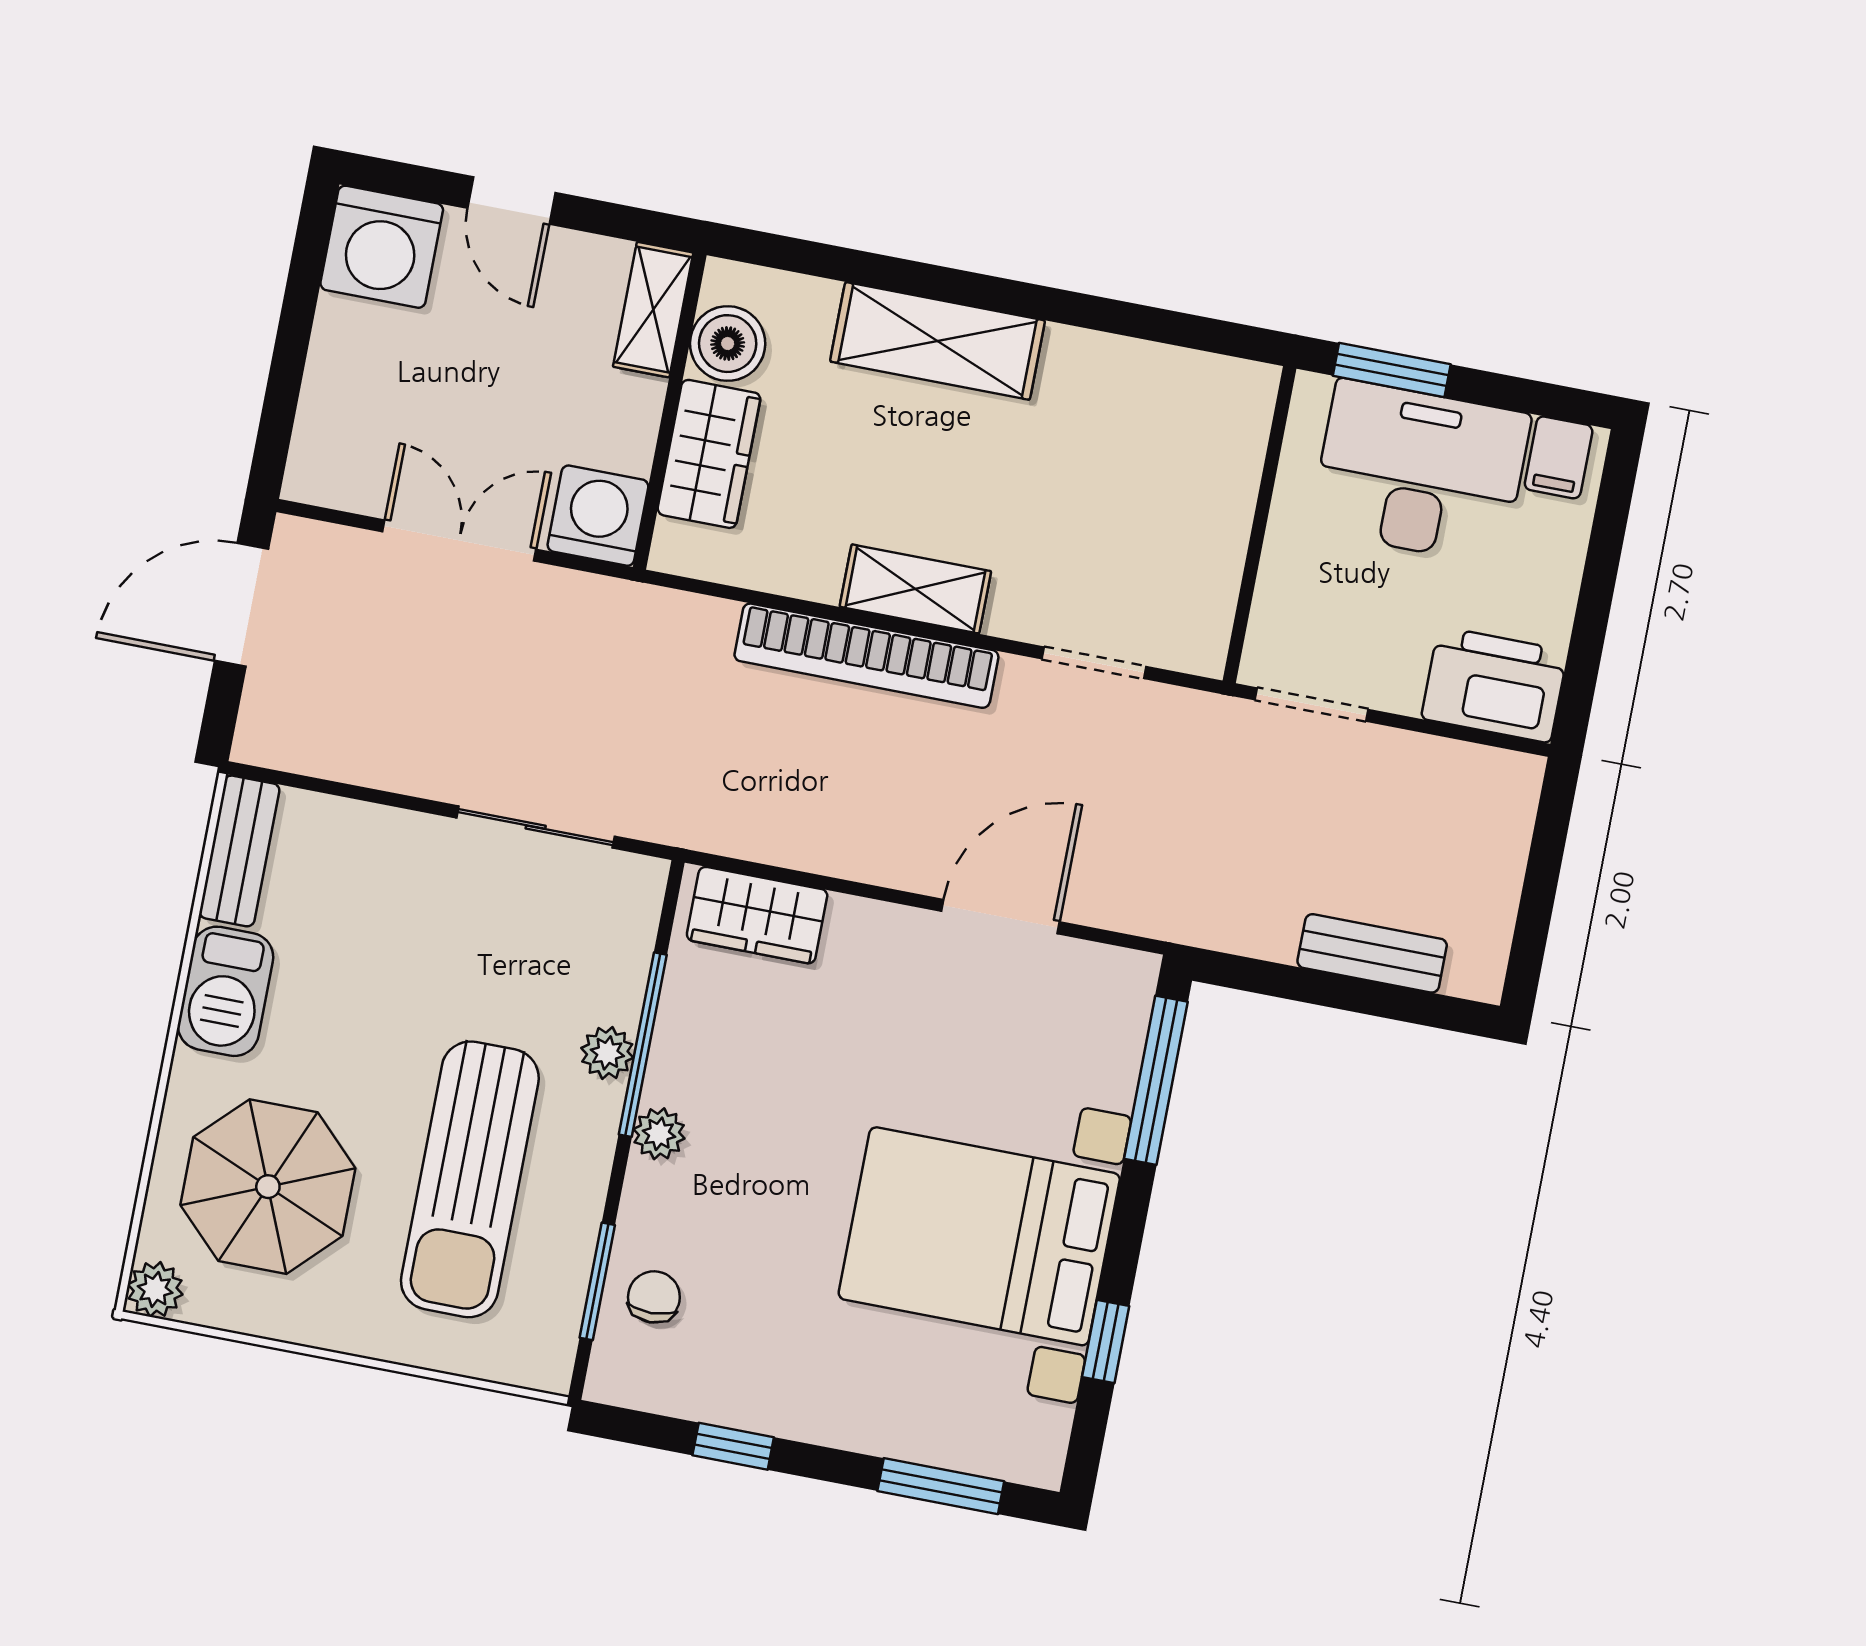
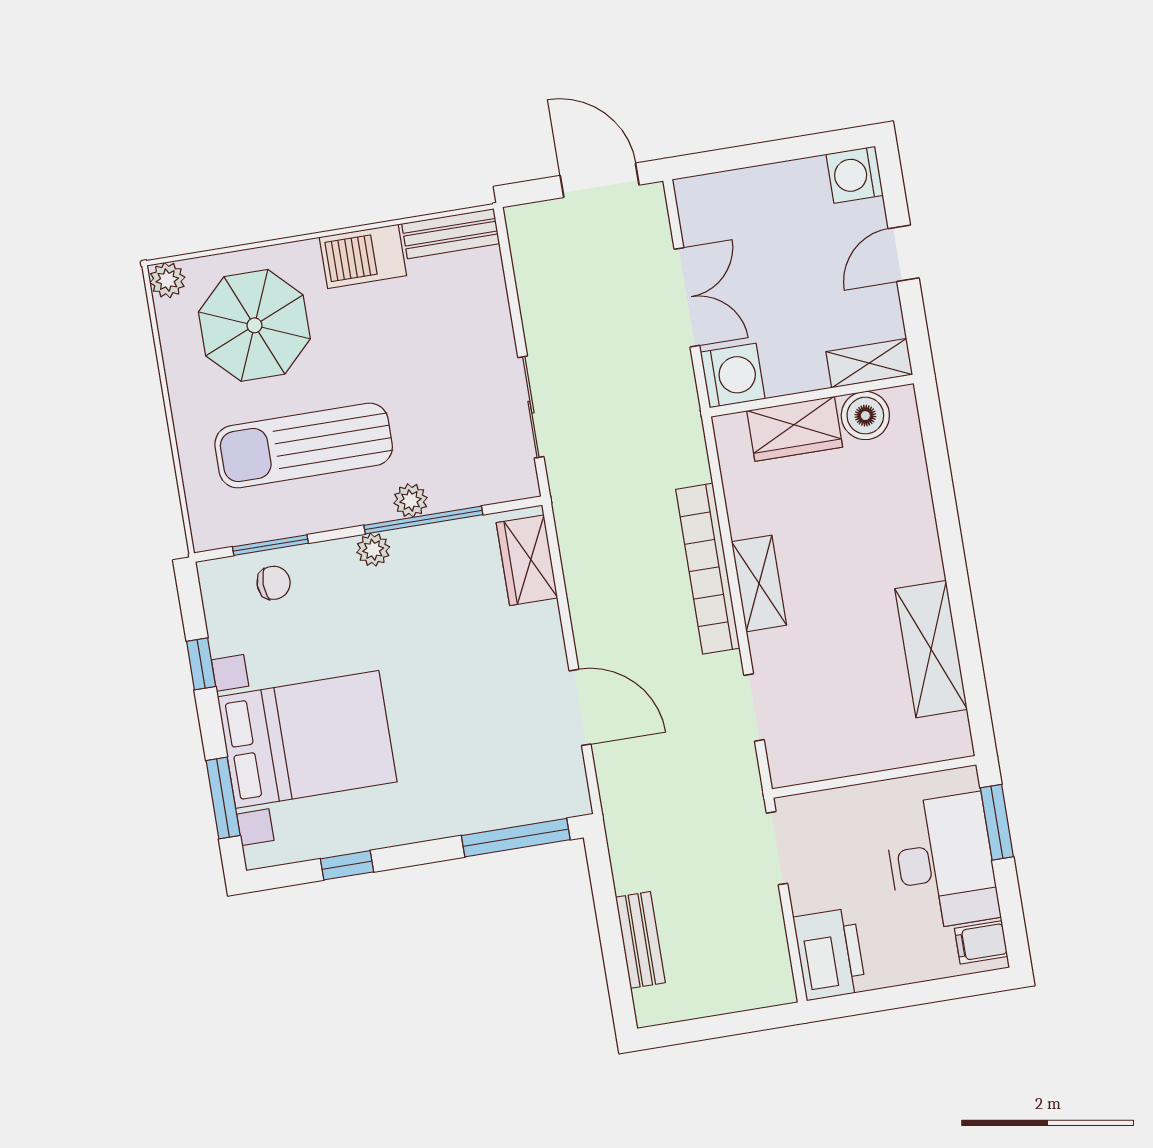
washing machine: (382, 247) -> (855, 175), width x0.73, depth x0.73
shelving: (938, 341) -> (931, 649), moved
bed with nightstands: (979, 1236) -> (307, 739), moved, turned 90

